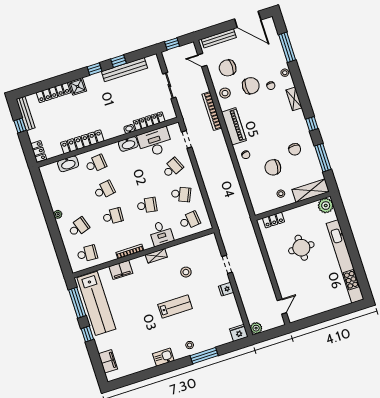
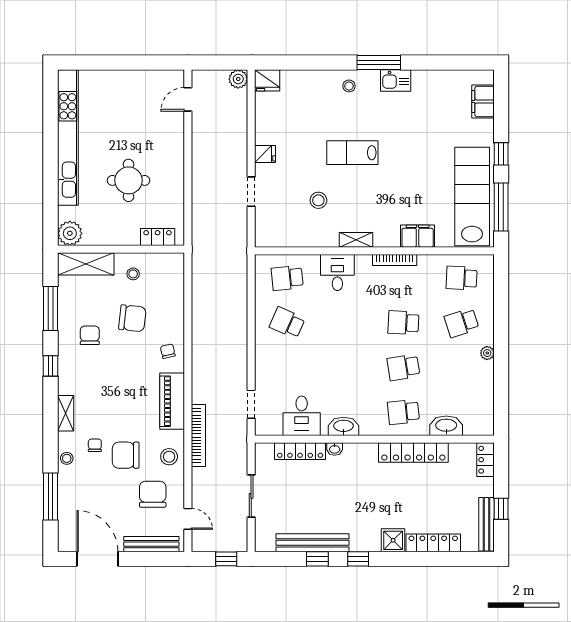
chair: (228, 68) -> (153, 494), turned -90
desk: (155, 142) -> (302, 416), width x0.73
school desk: (173, 168) -> (287, 367), removed
school desk: (147, 205) -> (345, 323), removed
window: (204, 356) -> (379, 63), moved

